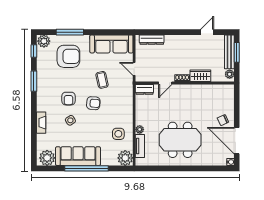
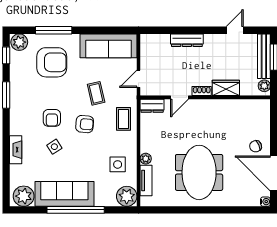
dresser: (152, 40) -> (187, 40), moved
door: (134, 69) -> (139, 79), hinge flipped
coffee table: (123, 99) -> (124, 119), added
meeting table: (180, 140) -> (199, 172), turned 90

